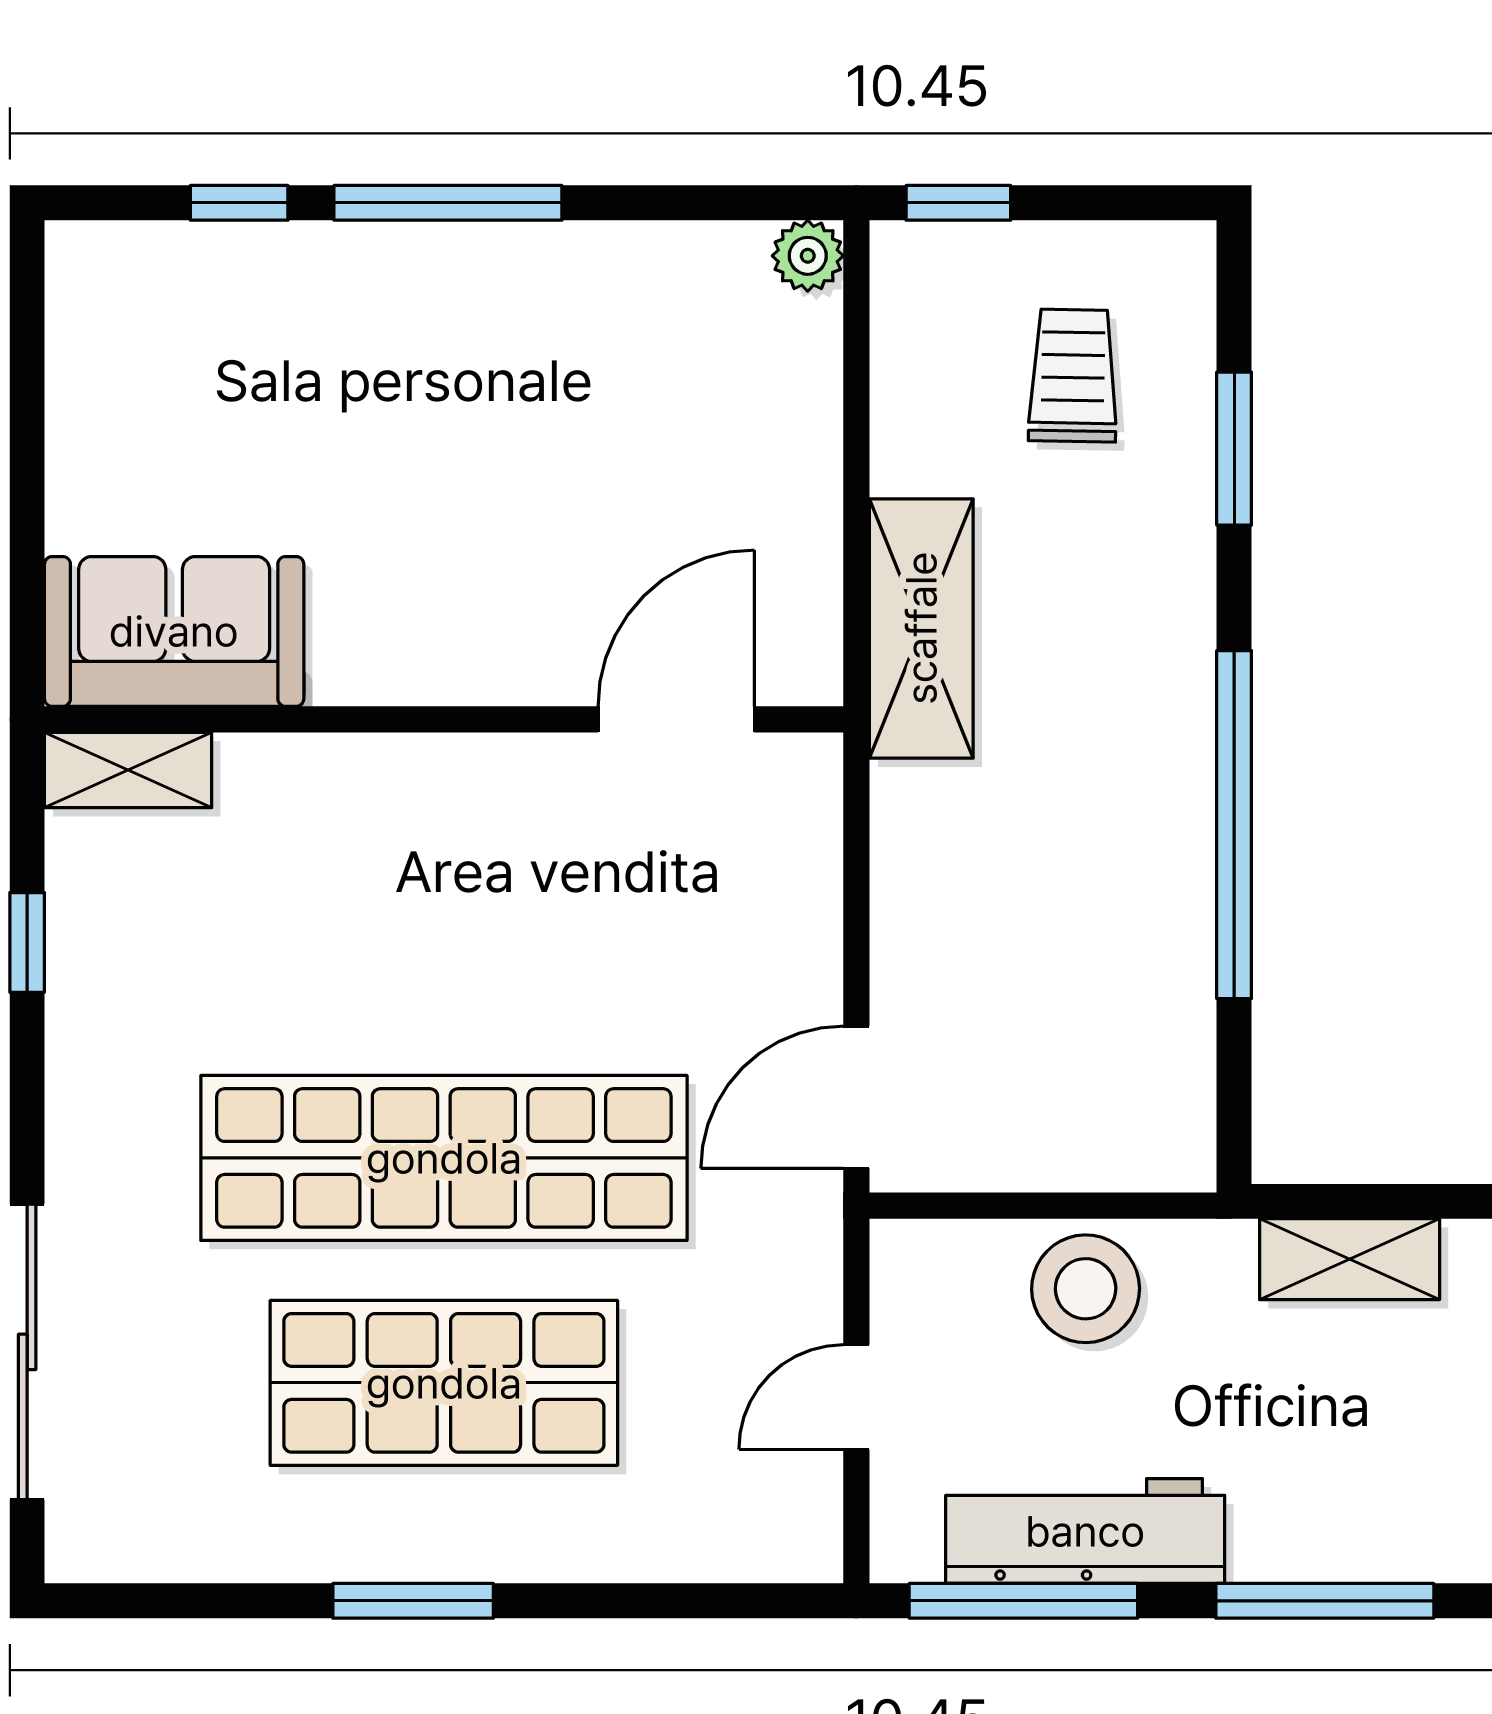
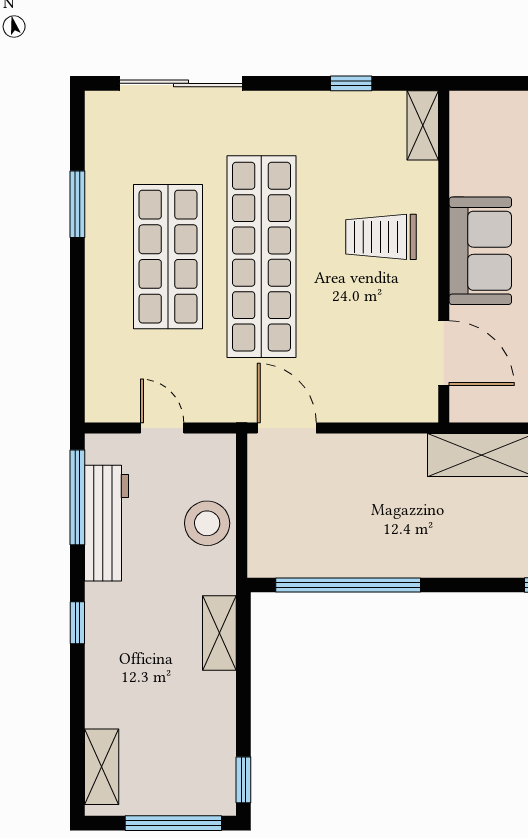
sofa: (174, 631) -> (480, 251), moved
window: (1234, 825) -> (348, 585), moved
trolley: (397, 871) -> (381, 237), added
window: (413, 1601) -> (77, 204), moved
window: (1325, 1601) -> (77, 623), width x0.46

